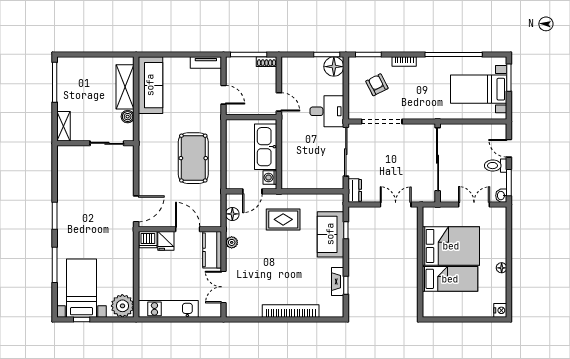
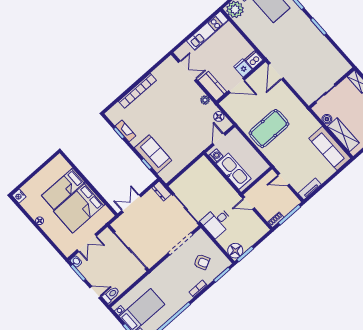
pool table: (193, 158) -> (269, 129), turned 90
toilet: (496, 166) -> (111, 295), moved
double door: (396, 204) -> (131, 204), swing flipped
rug: (283, 219) -> (187, 139), removed

